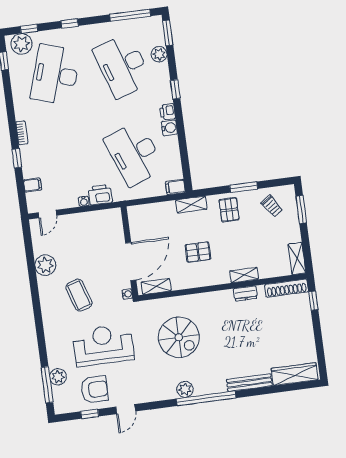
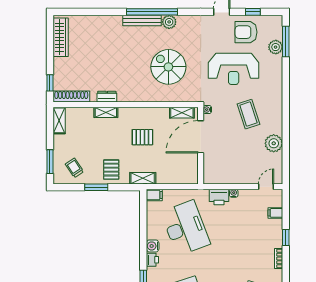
wardrobe: (295, 374) -> (61, 37), moved, turned -90
bench: (249, 383) -> (142, 20), moved

